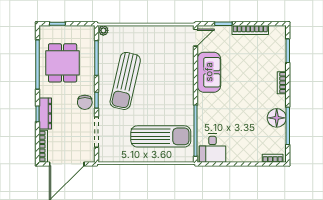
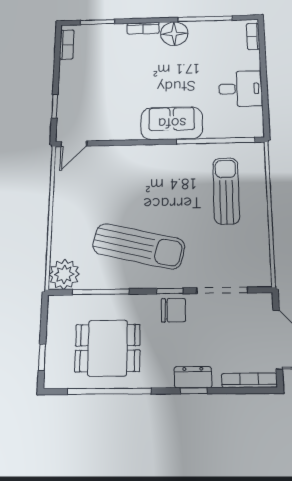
plant: (103, 30) -> (64, 274), width x1.87, depth x1.87
bookcase: (250, 30) -> (67, 45), moved, width x0.64
door: (196, 38) -> (74, 144), swing flipped
sofa: (209, 72) -> (172, 123), moved
dresser: (45, 114) -> (193, 377), width x0.70
floor lamp: (277, 118) -> (174, 34), moved
sun lounger: (161, 136) -> (226, 191), width x0.73, depth x0.75
desk: (212, 148) -> (240, 89), moved

